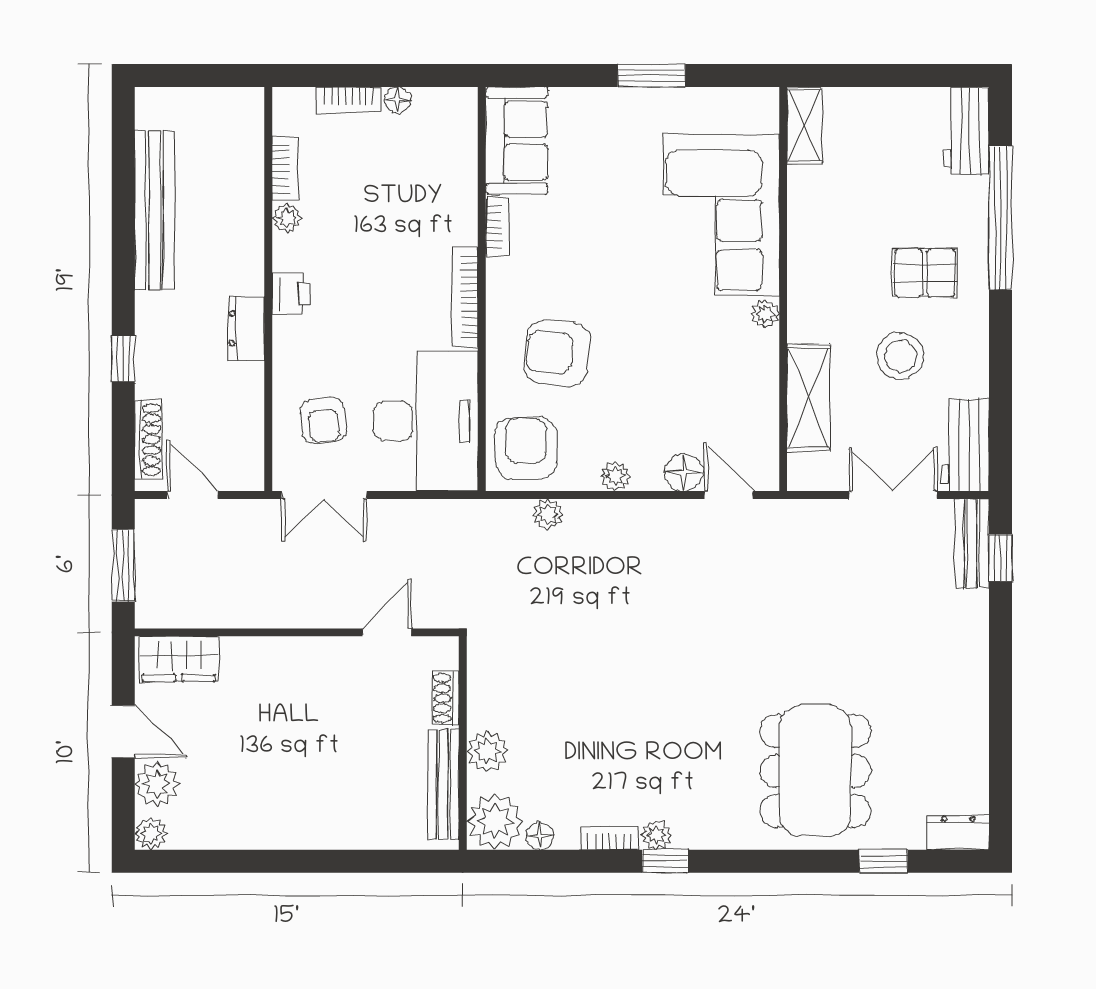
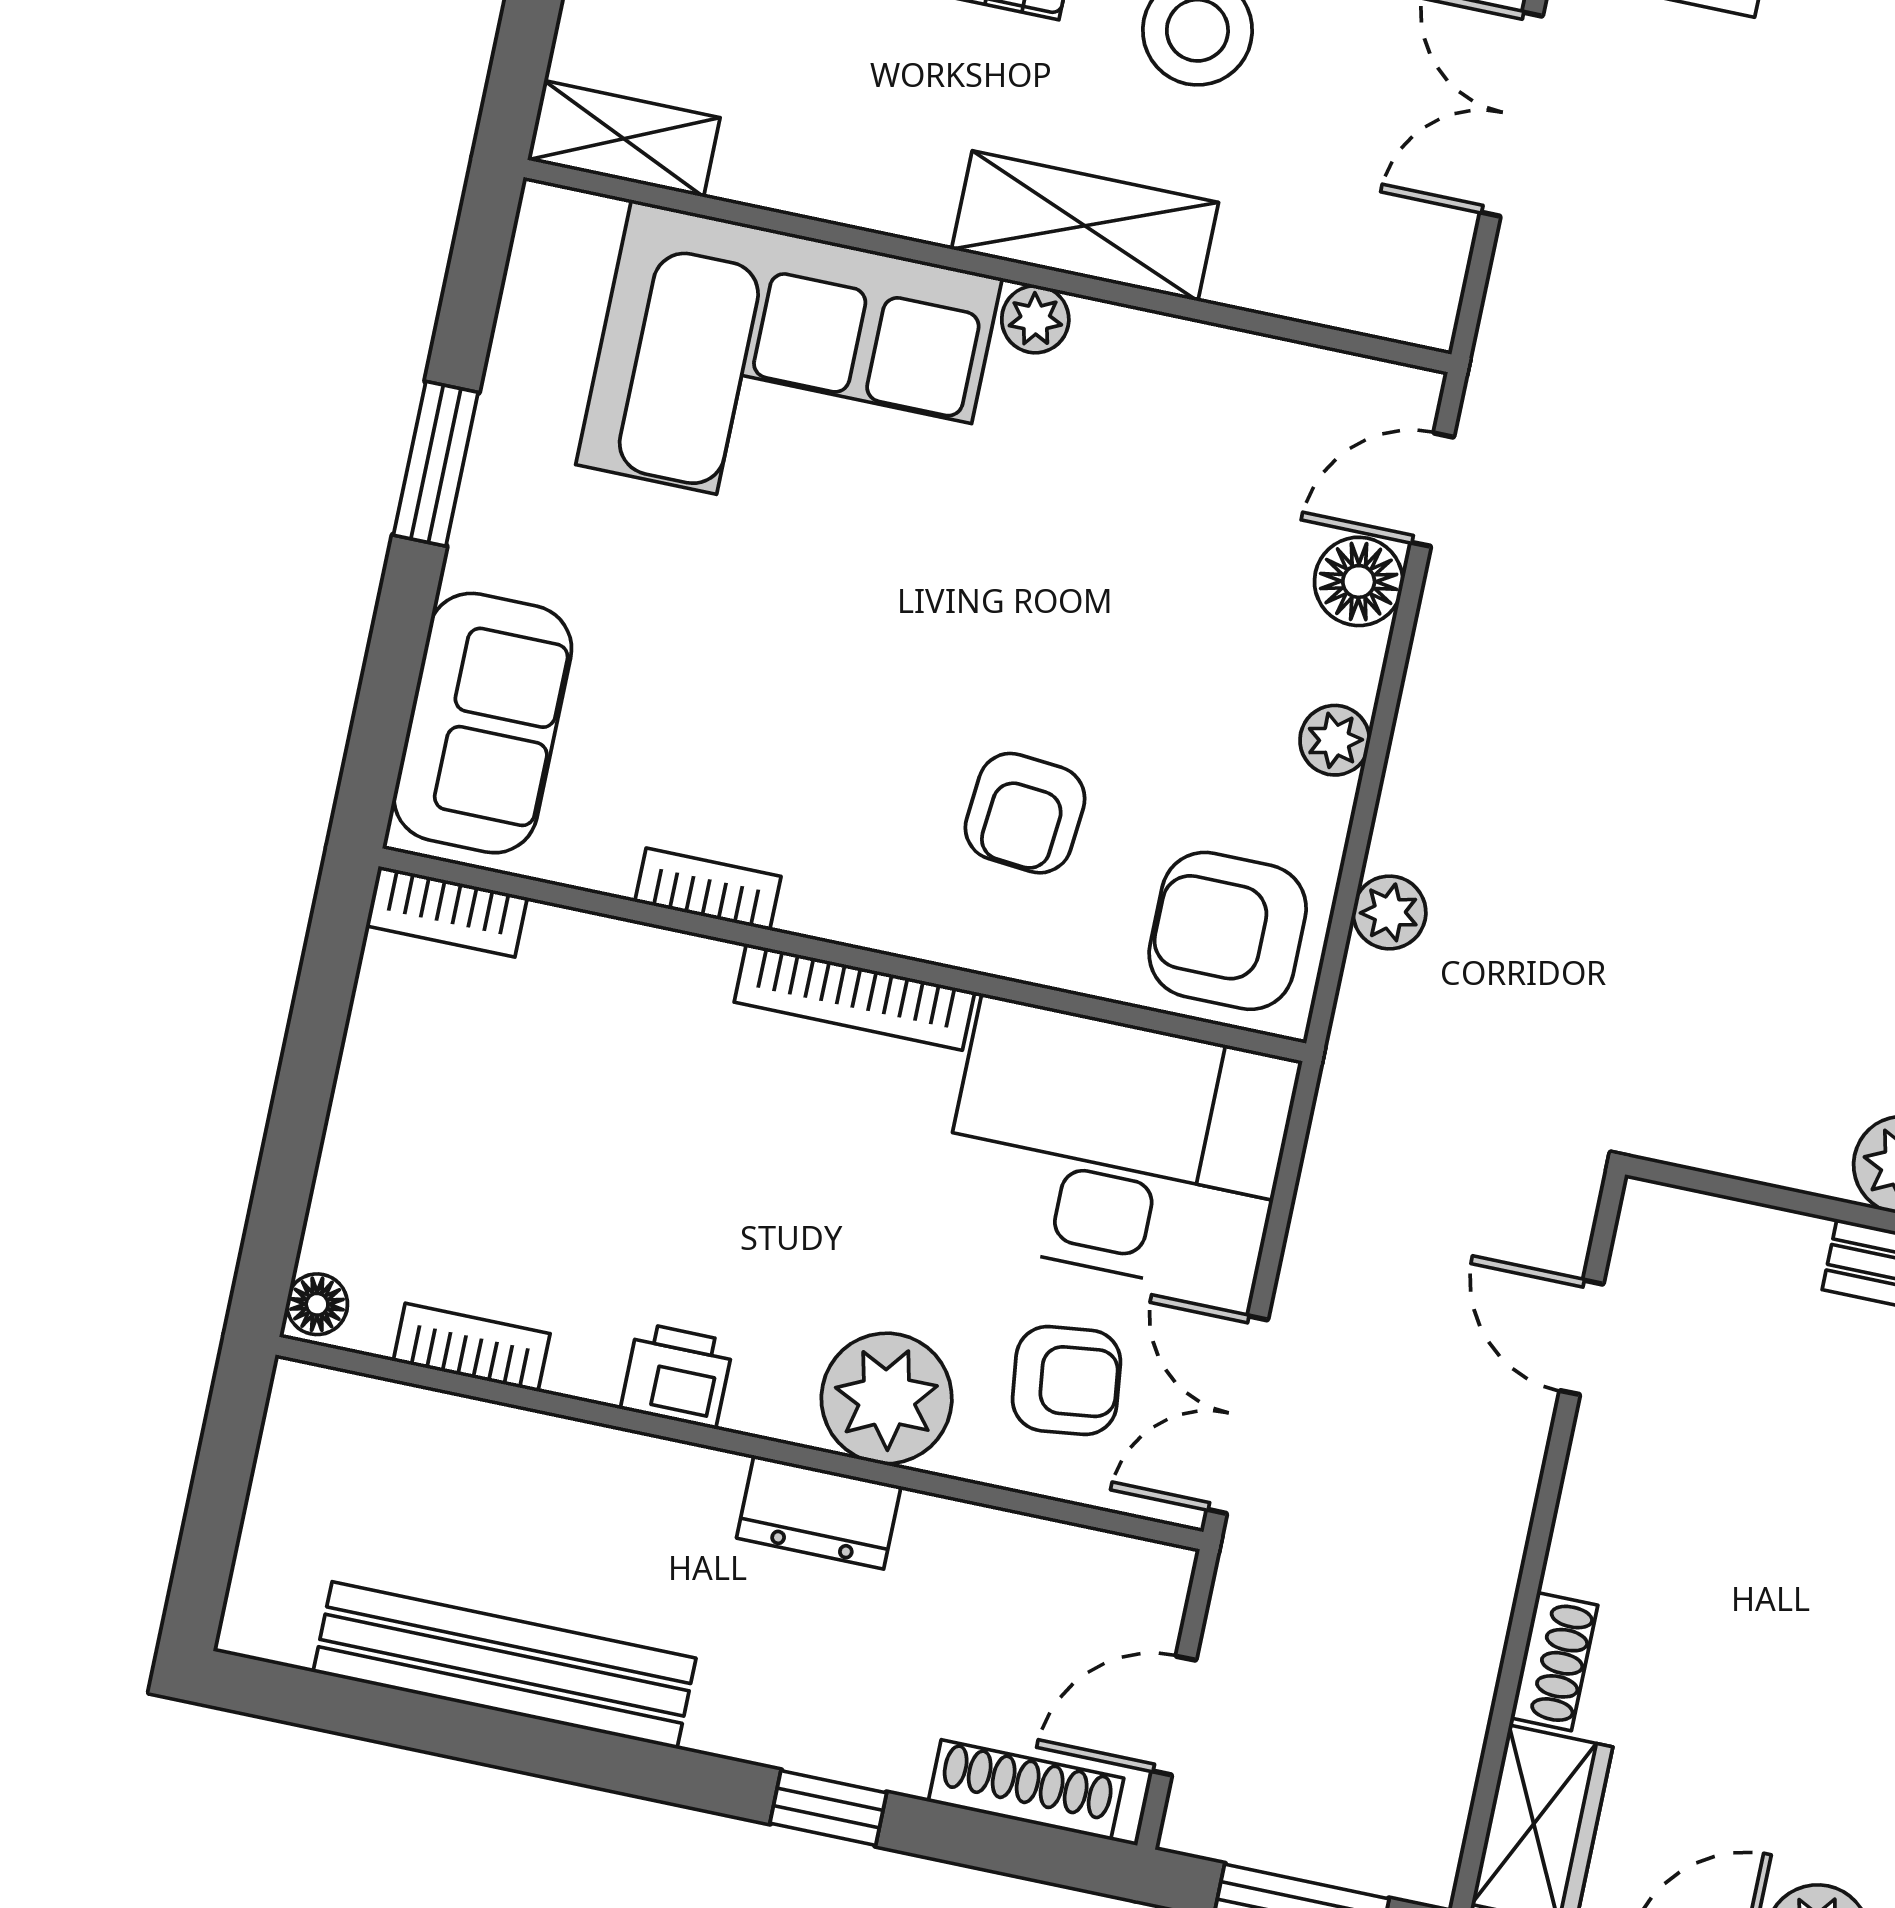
bookcase: (349, 100) -> (447, 912), moved, turned 90
floor lamp: (397, 100) -> (317, 1304), moved
sofa: (517, 141) -> (483, 723), moved, turned 90
plant: (287, 218) -> (887, 1398), moved, width x1.88, depth x1.88
printer: (291, 294) -> (677, 1375), moved
armchair: (557, 353) -> (1025, 813), width x0.72, depth x0.72
shelving: (809, 398) -> (1085, 226), moved
double door: (324, 495) -> (1237, 1415), swing flipped
shoe rack: (446, 698) -> (1554, 1662), moved, turned -90

